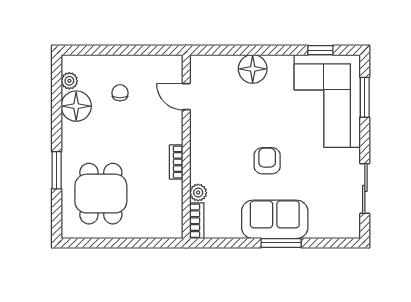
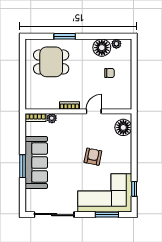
floor lamp: (253, 69) -> (123, 127), moved
door: (186, 97) -> (94, 111), moved
armchair: (267, 161) -> (93, 157), moved, turned -79
sliding door: (365, 188) -> (54, 215), width x1.37
sofa: (275, 219) -> (36, 163), width x1.36

